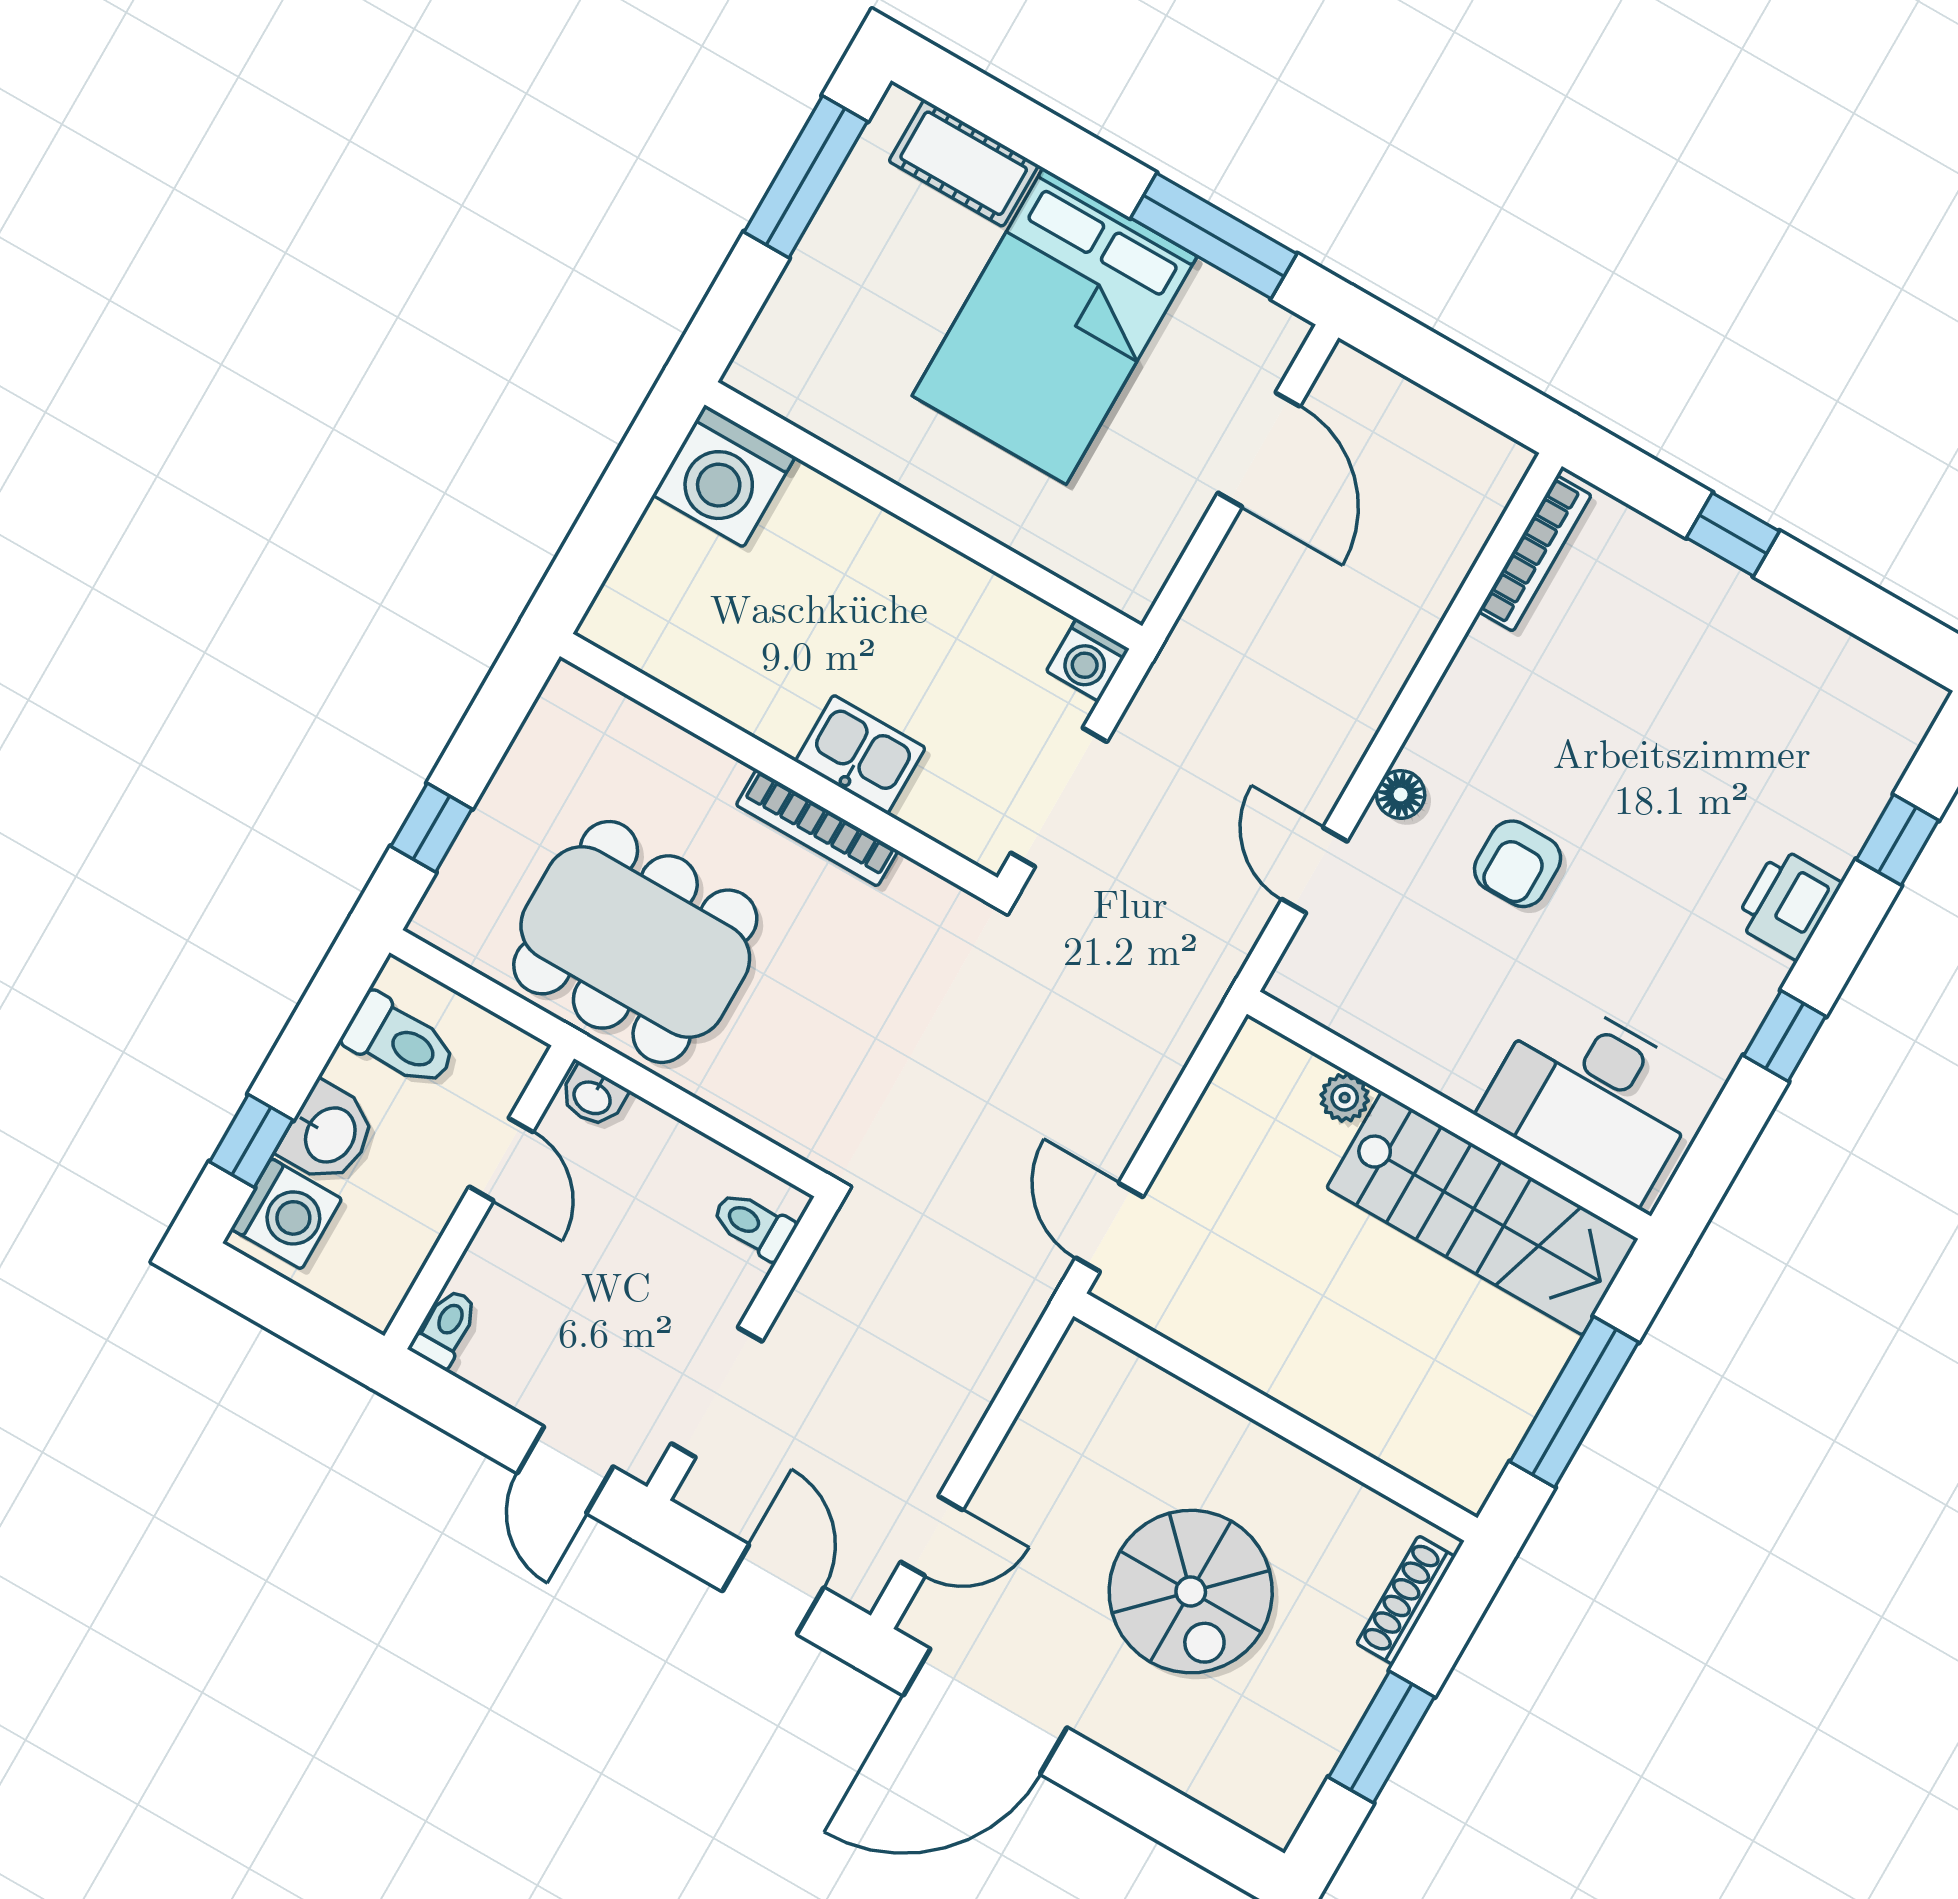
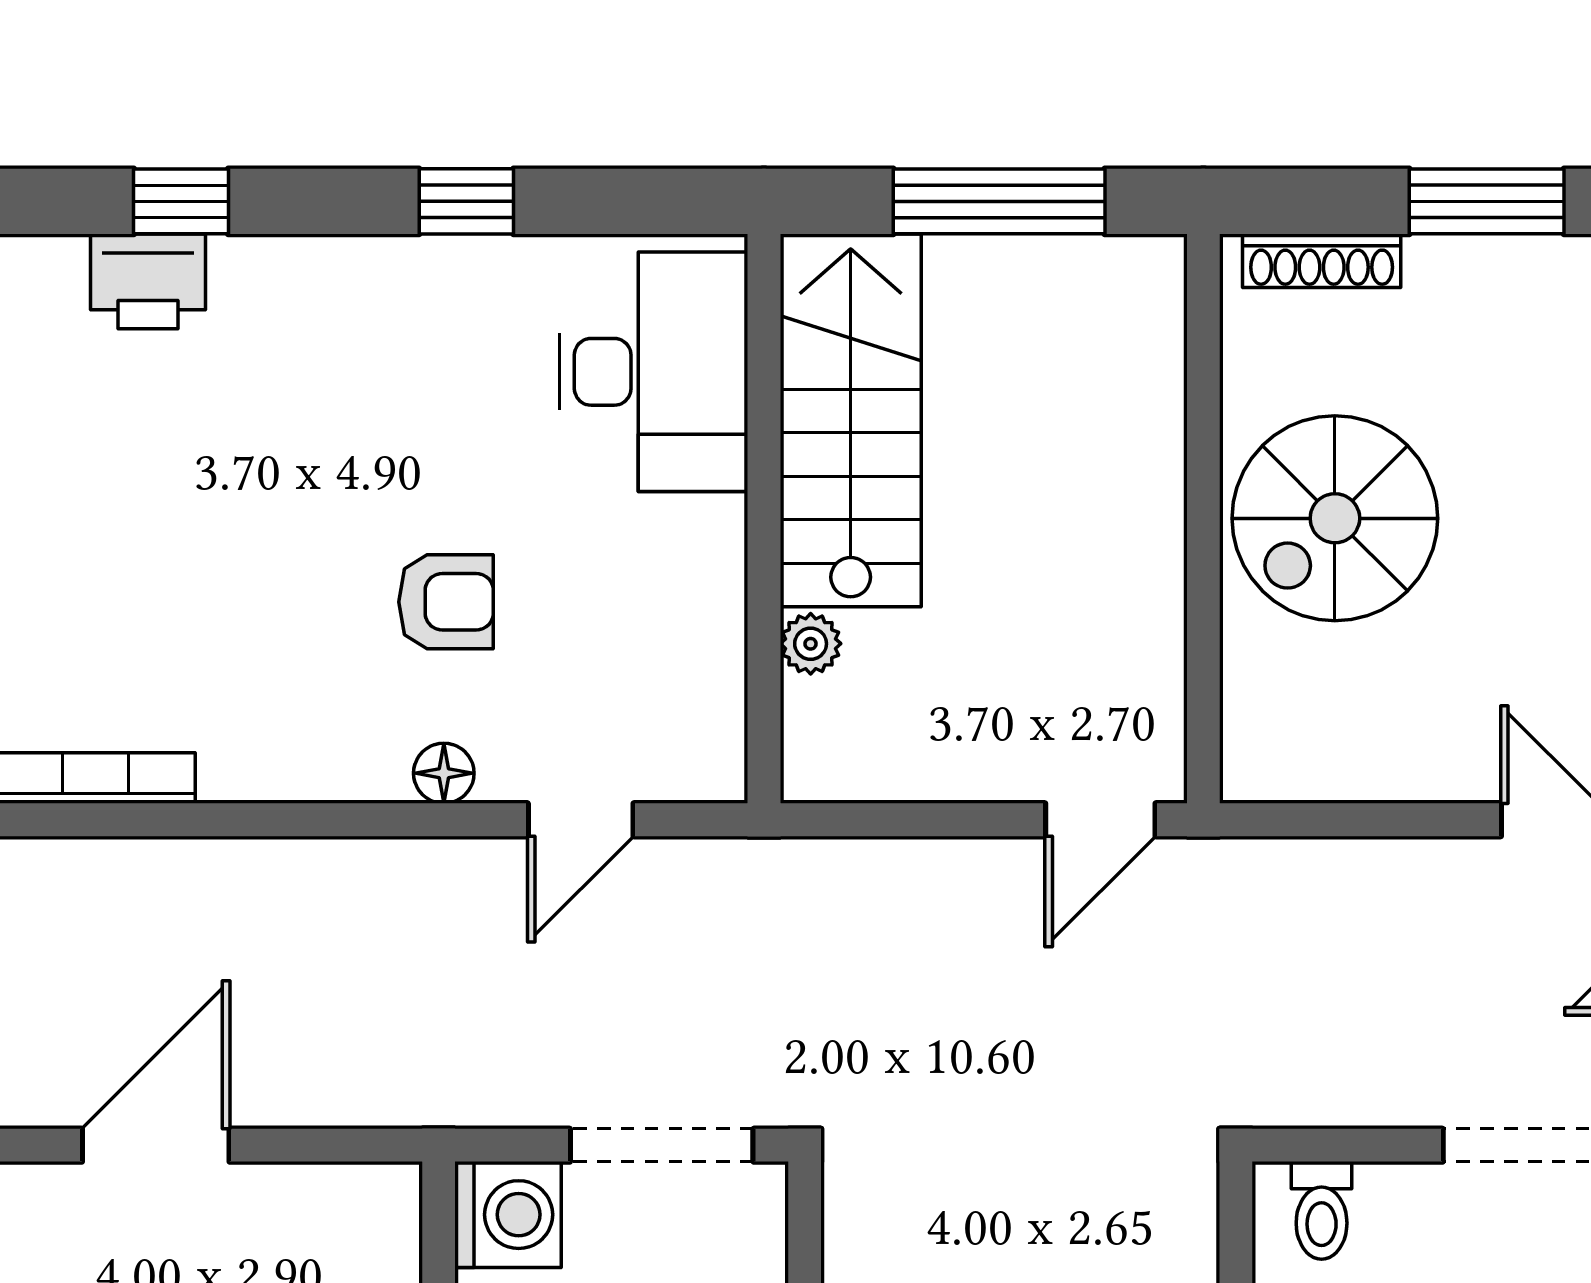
washing machine: (1088, 660) -> (508, 1215), width x1.38, depth x1.38
printer: (1788, 903) -> (148, 281), moved
spiral stairs: (1191, 1592) -> (1335, 518), moved, turned 180

